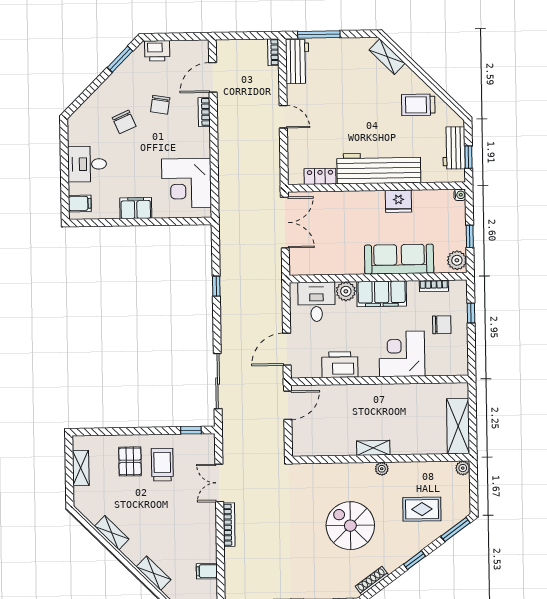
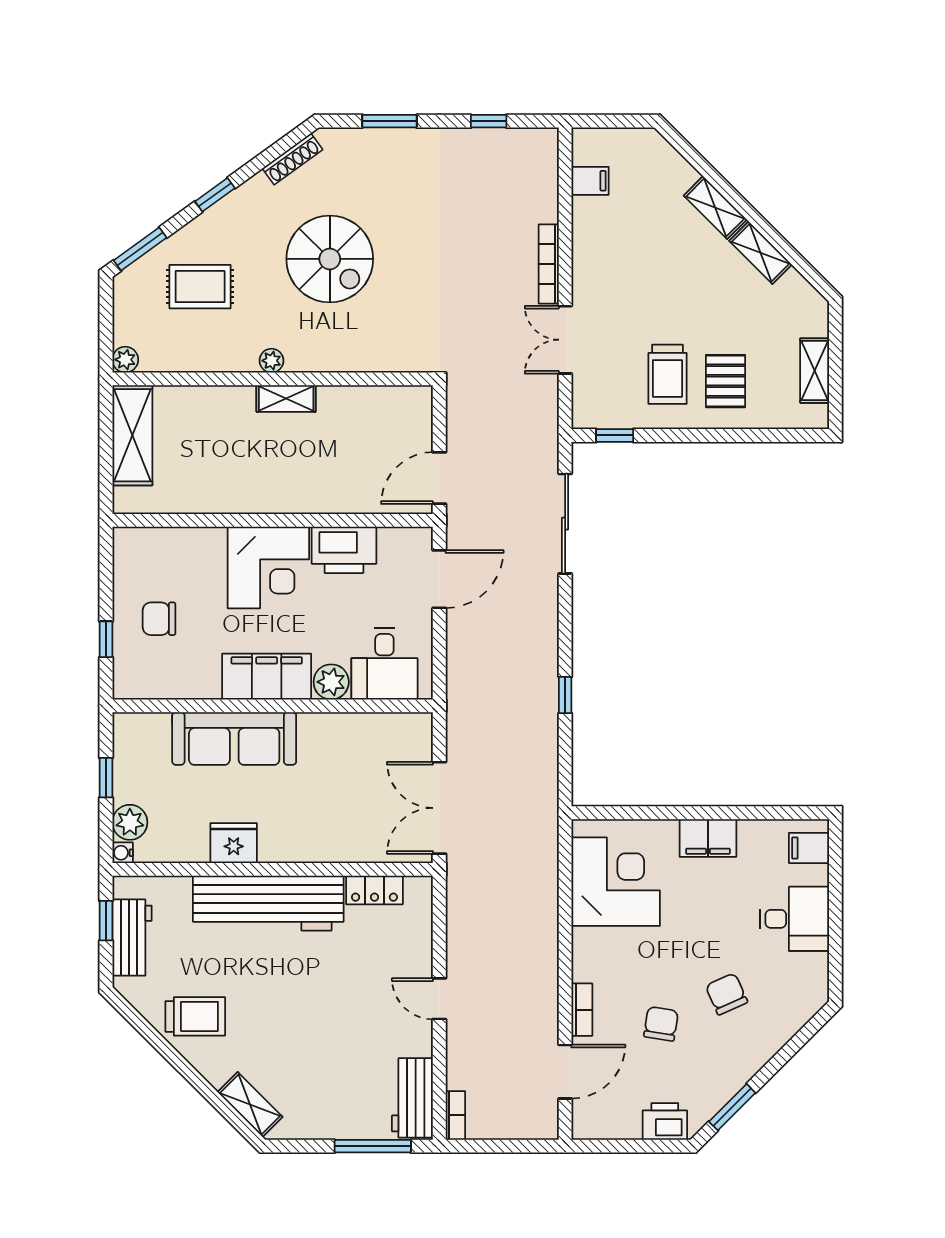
plant: (457, 260) -> (130, 822), moved
bookcase: (434, 286) -> (172, 689), removed
corner desk: (402, 354) -> (268, 567), moved
double door: (219, 483) -> (565, 340), swing flipped
shelving: (154, 573) -> (715, 208), moved

